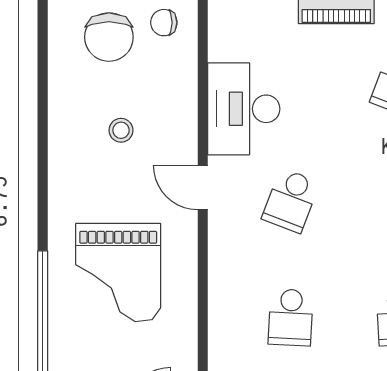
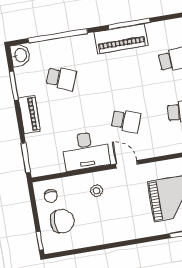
stool: (121, 130) -> (97, 191), moved
door: (203, 188) -> (127, 164), swing flipped

